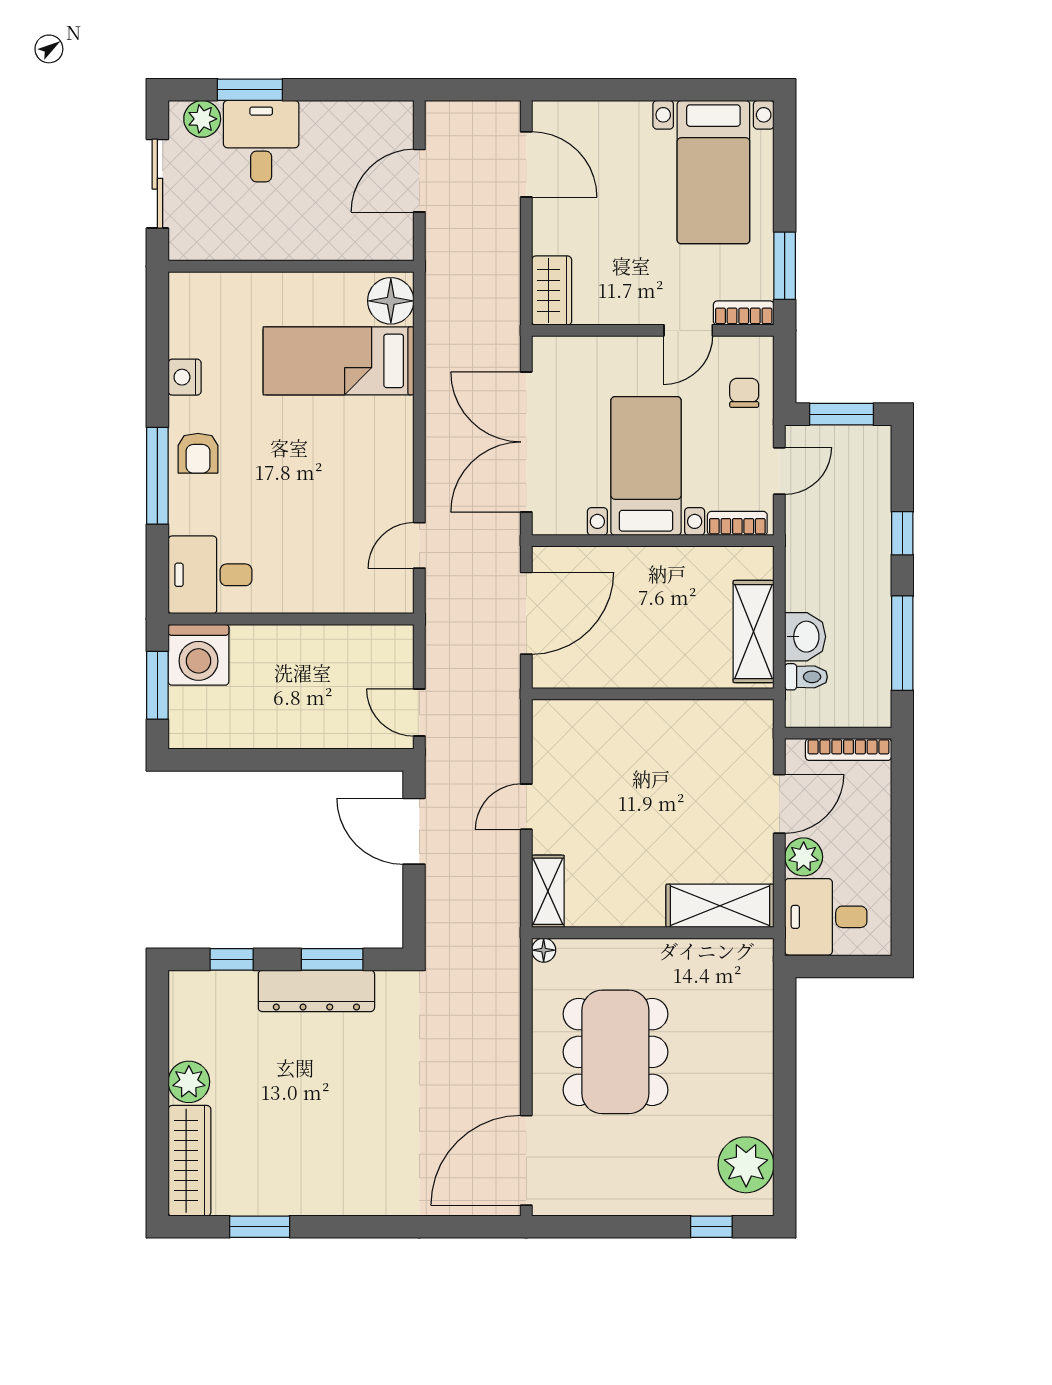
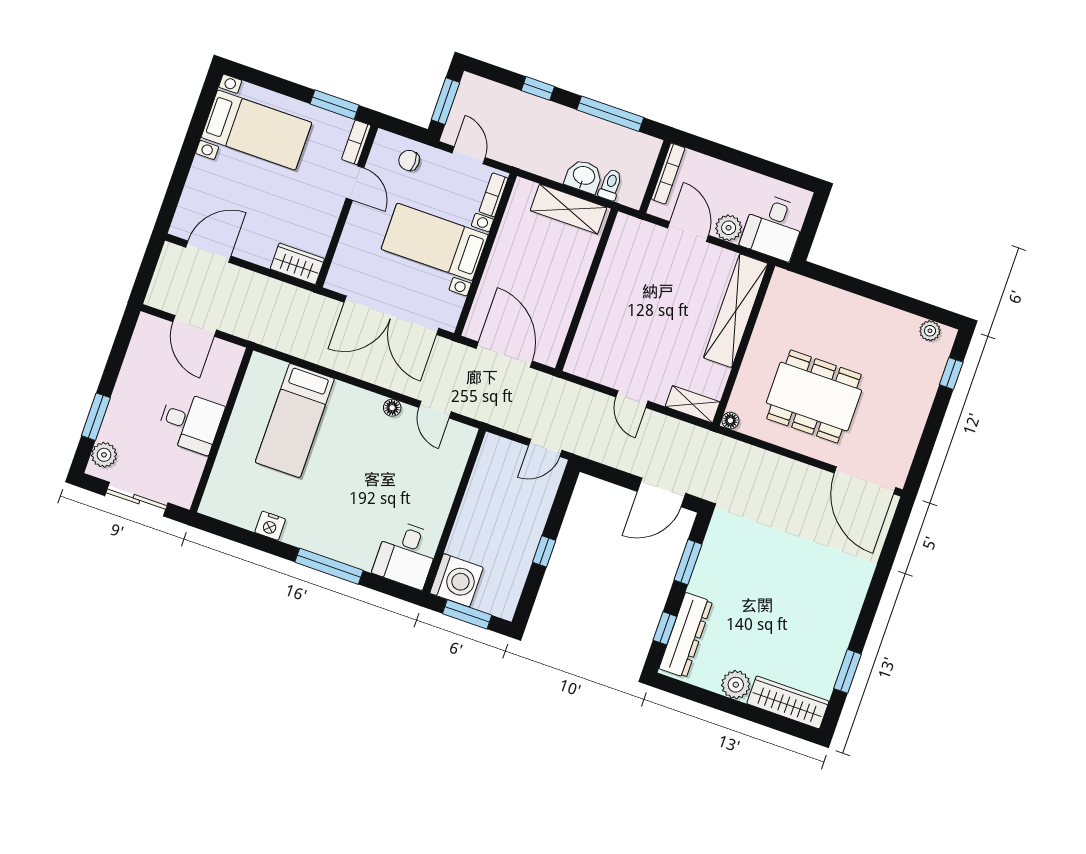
desk: (261, 141) -> (190, 422), moved, turned 180
floor lamp: (391, 301) -> (392, 408), moved, width x0.53, depth x0.53
armchair: (198, 453) -> (323, 534), removed
window: (279, 760) -> (544, 551), added
door: (414, 831) -> (661, 492), moved
shelving: (720, 906) -> (736, 311), width x1.47
dresser: (316, 991) -> (686, 635), moved
plant: (746, 1165) -> (930, 331), width x0.53, depth x0.53

